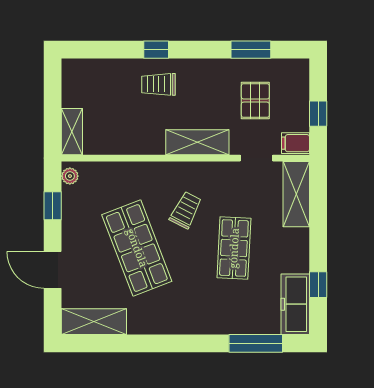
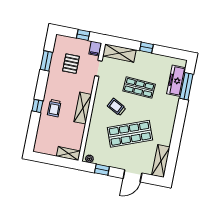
pallet: (255, 101) -> (71, 64), turned 90
shelving: (197, 142) -> (83, 108), moved
window: (318, 285) -> (146, 48), moved
freezer: (295, 304) -> (176, 81), moved, turned 90

